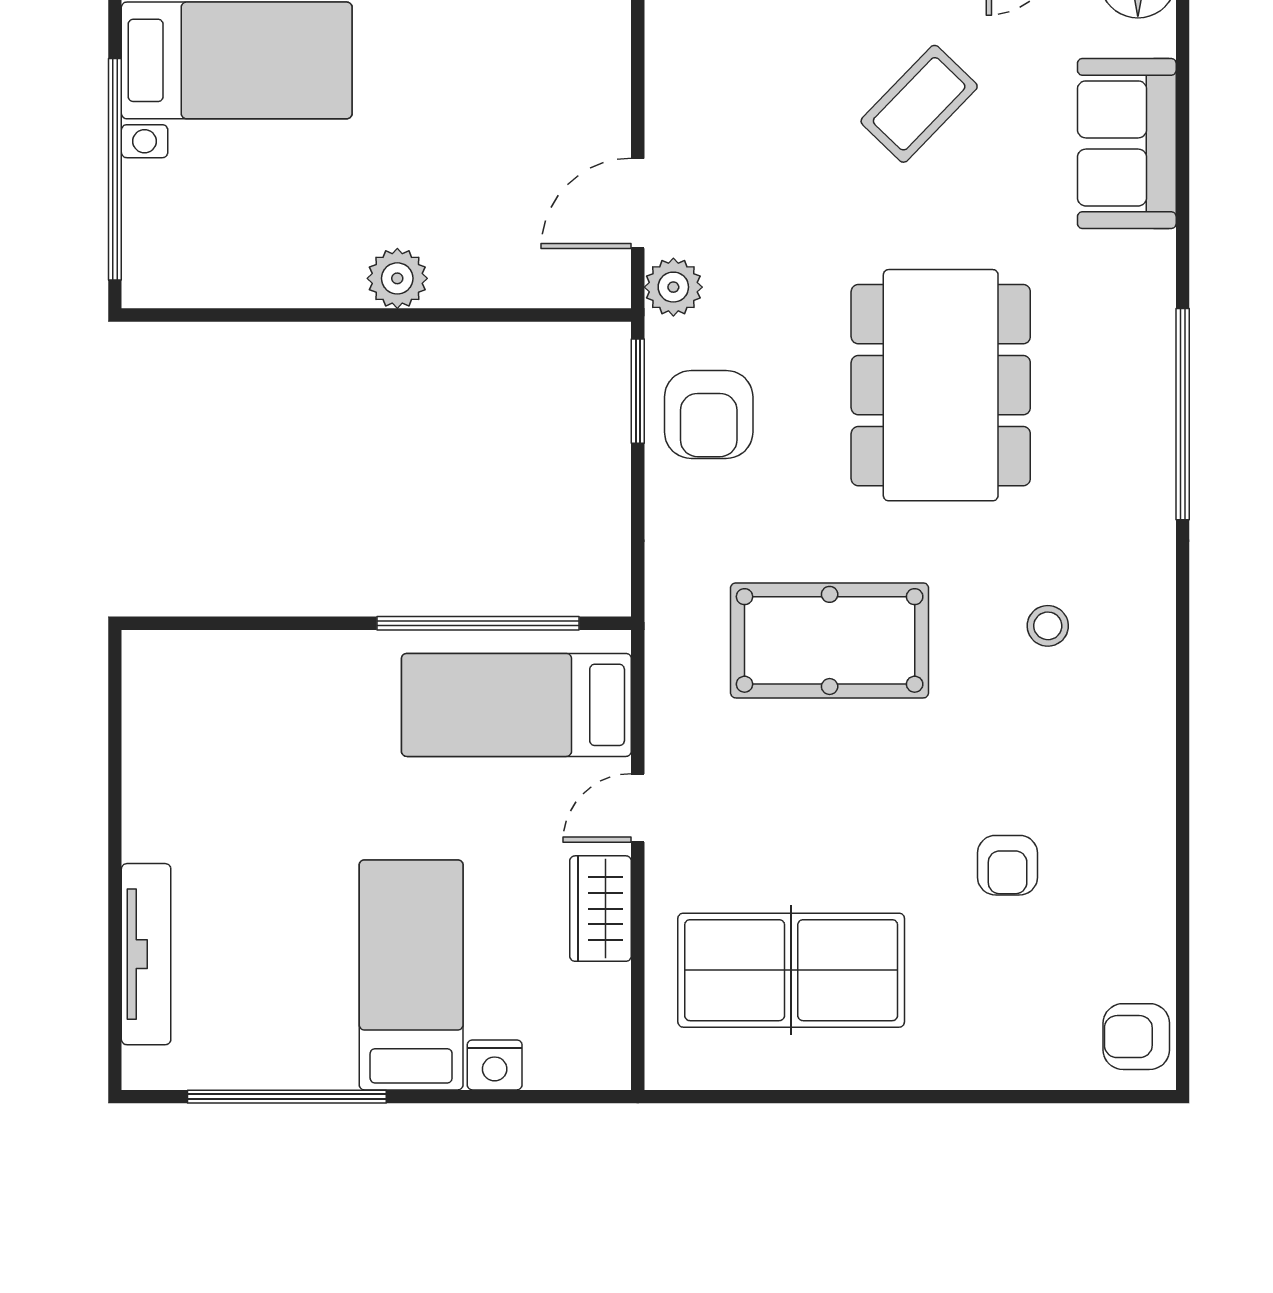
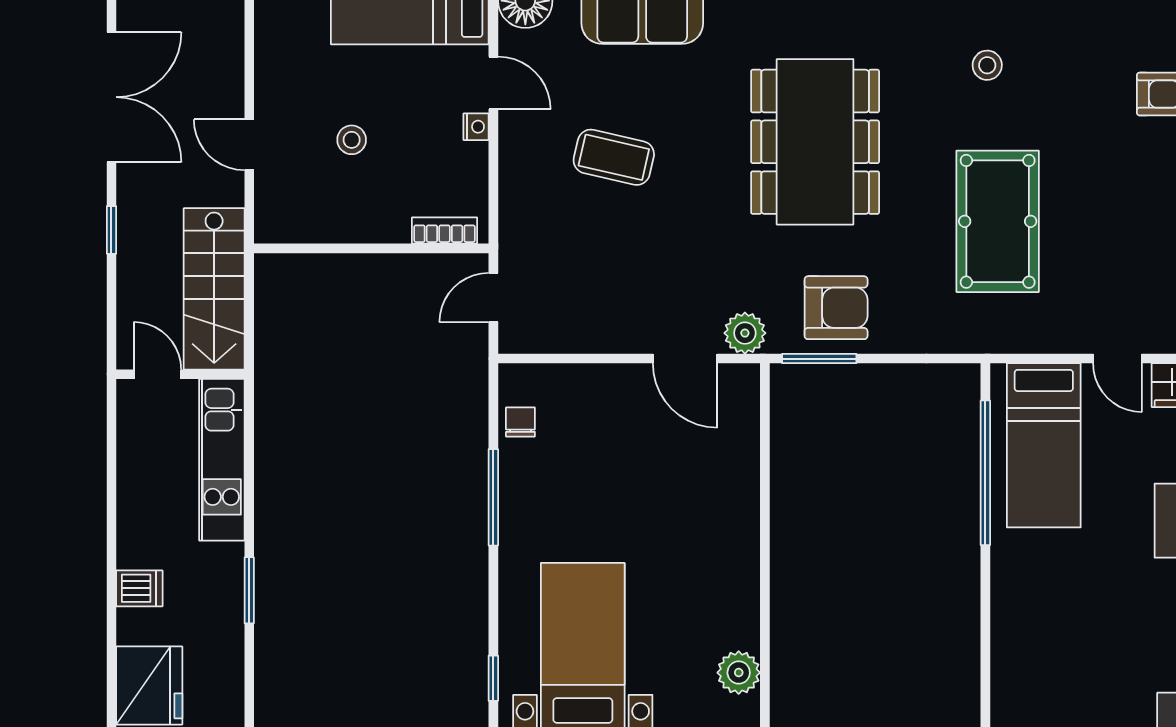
coffee table: (919, 104) -> (614, 157), turned -31
plant: (397, 278) -> (739, 673), moved
dining table: (941, 385) -> (815, 142), turned 90

